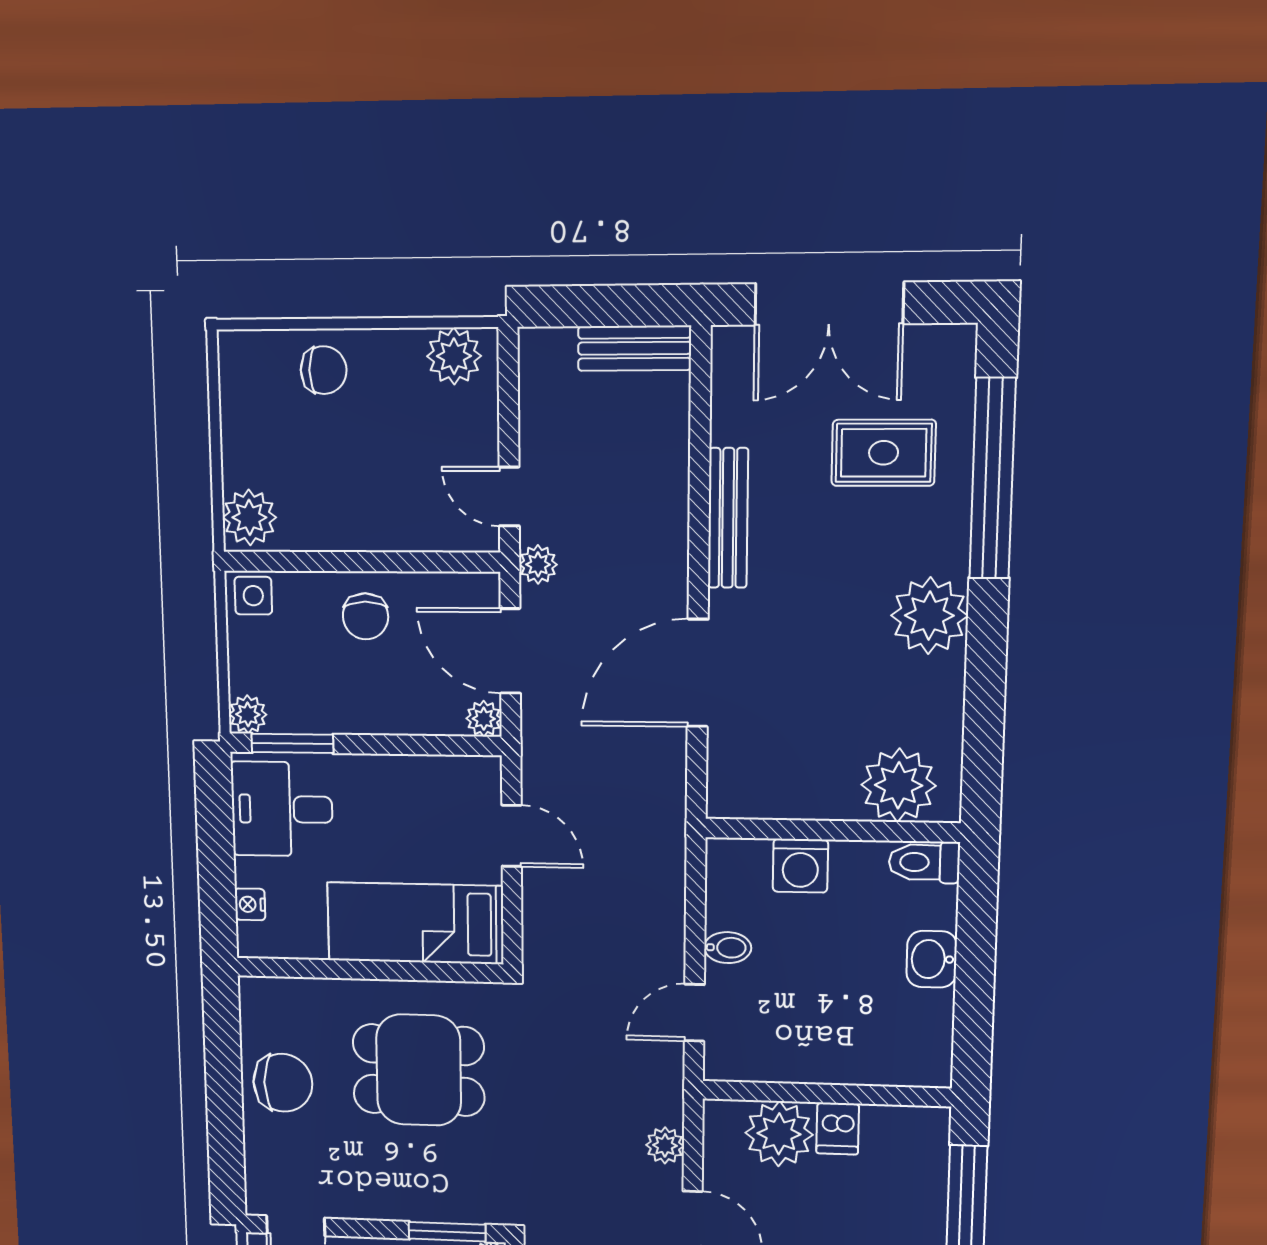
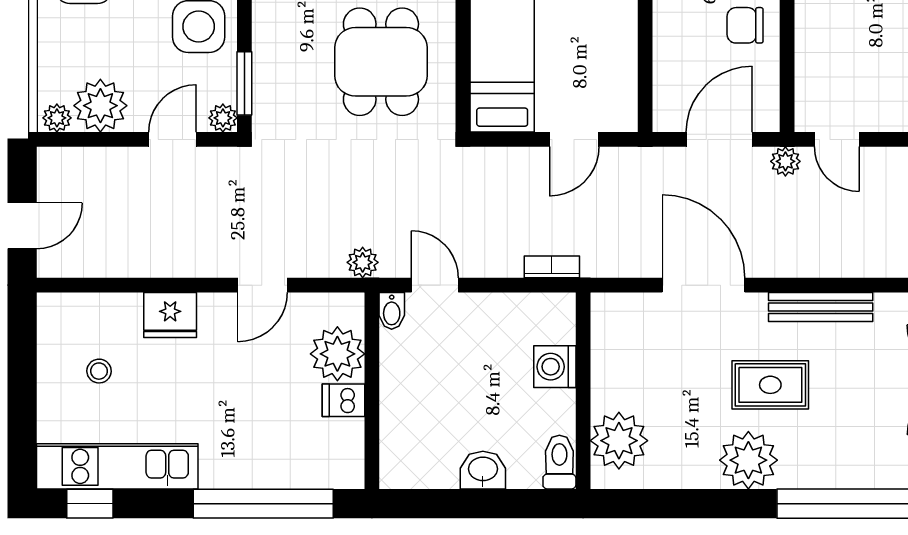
rug: (884, 453) -> (770, 385), moved, turned 90
door: (509, 497) -> (837, 139), swing flipped
plant: (484, 719) -> (666, 118), removed
bookcase: (672, 867) -> (552, 267), added
bidet: (728, 948) -> (392, 311), moved
plant: (665, 1145) -> (363, 262), moved

